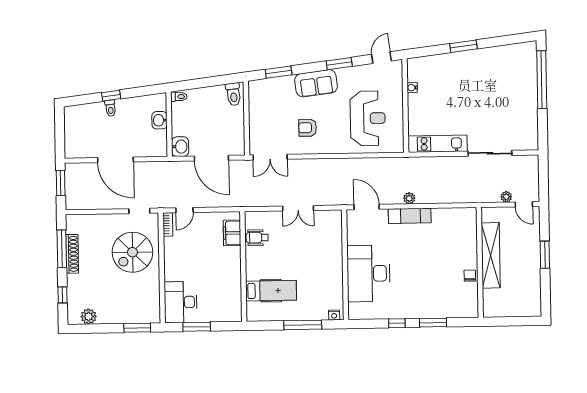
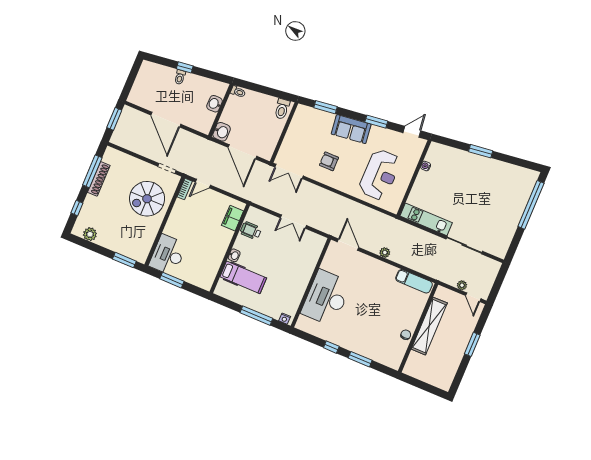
exam couch: (410, 216) -> (414, 281), moved
washbasin: (251, 272) -> (234, 255), added

